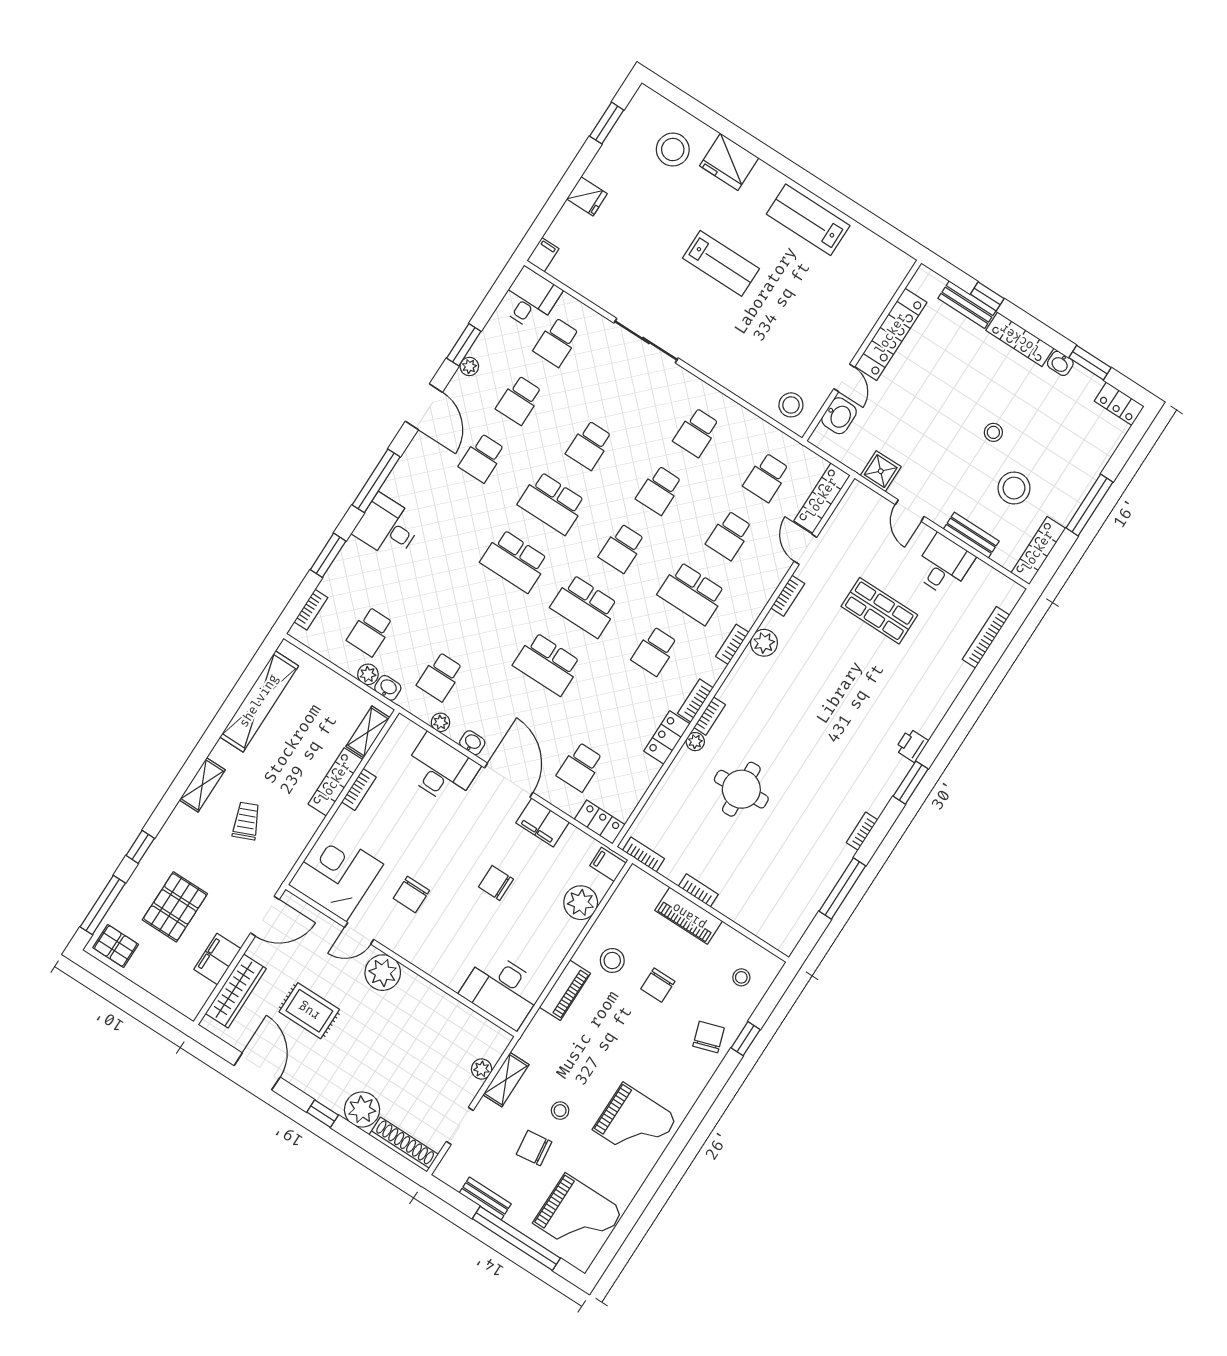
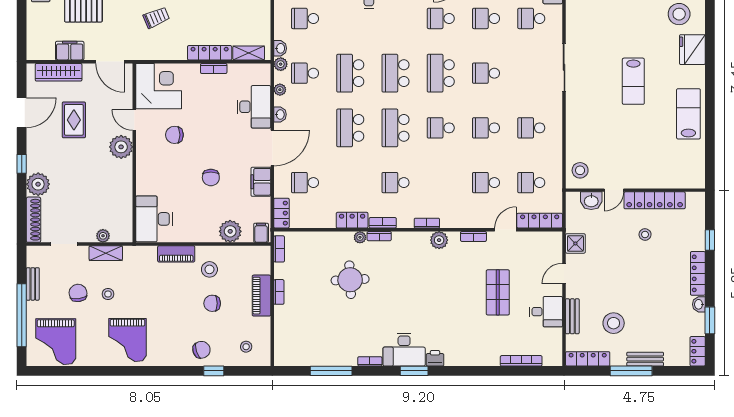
bench: (967, 305) -> (645, 359), moved, turned 90
stool: (993, 432) -> (645, 234), moved
school desk: (692, 593) -> (350, 73), moved
plant: (368, 674) -> (281, 64), moved
desk: (875, 778) -> (404, 350), added
chair: (496, 883) -> (211, 178), turned 180

